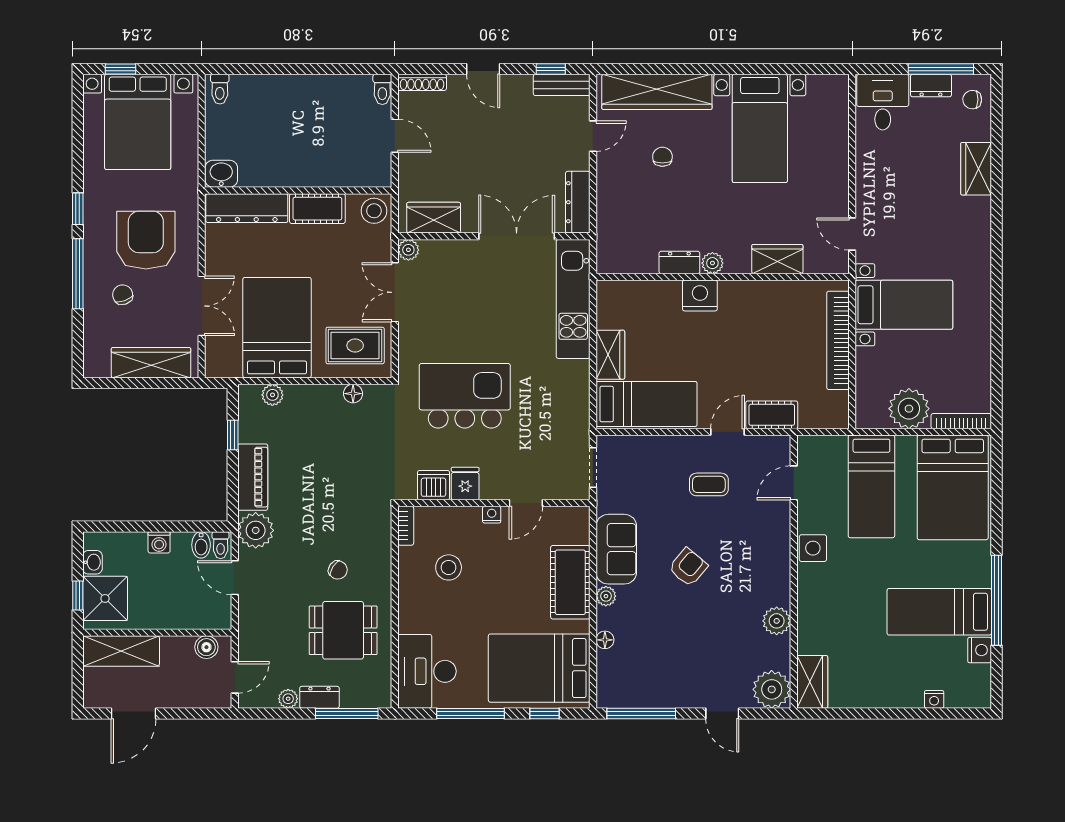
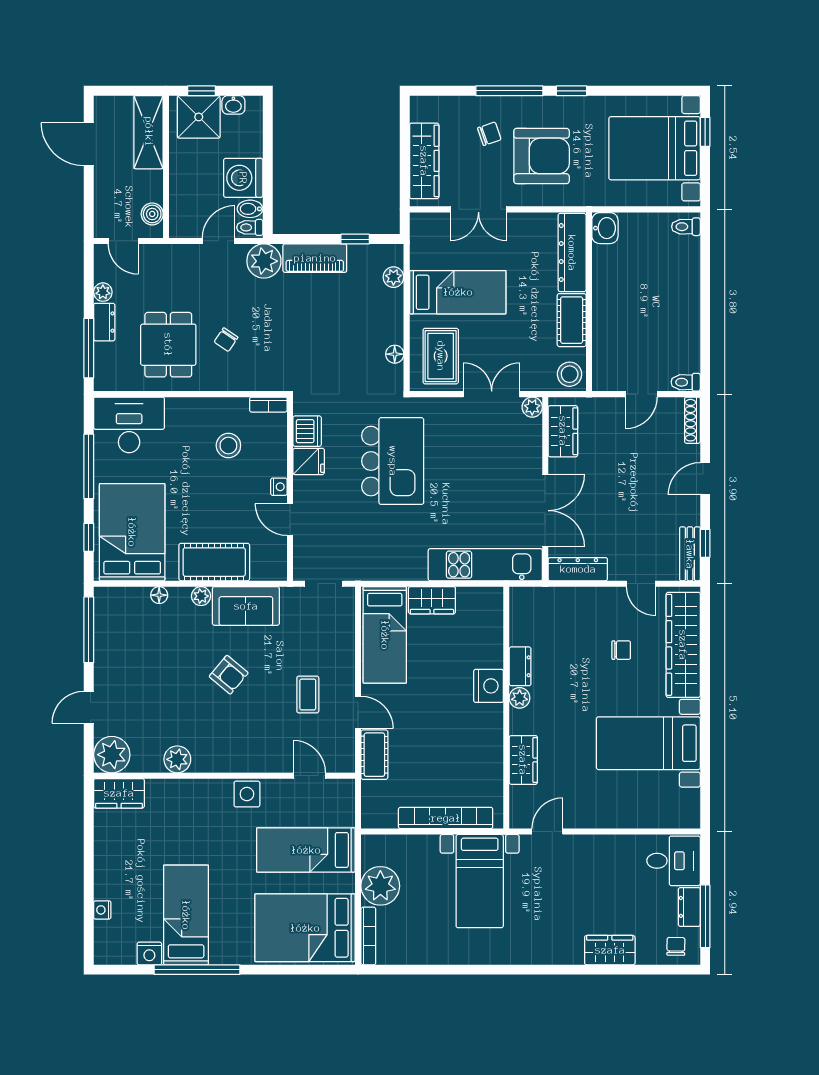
bed: (277, 328) -> (458, 292), width x0.67
washing machine: (159, 542) -> (243, 178), width x1.89, depth x1.89

